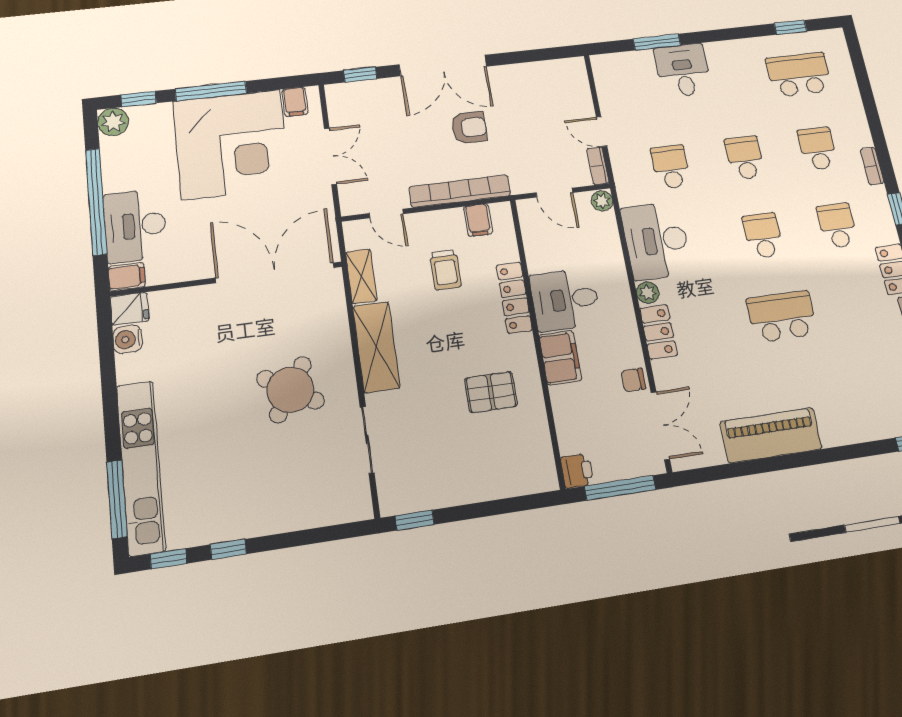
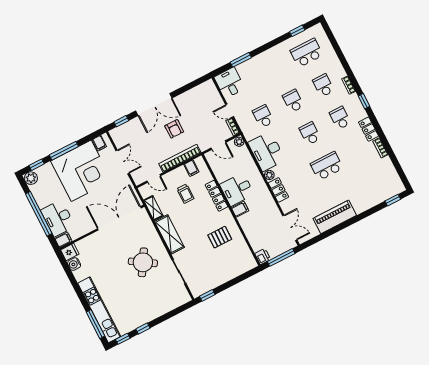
desk: (683, 70) -> (230, 83), moved
armchair: (469, 128) -> (174, 129), turned 90
filing cabinet: (560, 358) -> (240, 209), width x0.50
chair: (633, 380) -> (274, 213), removed

